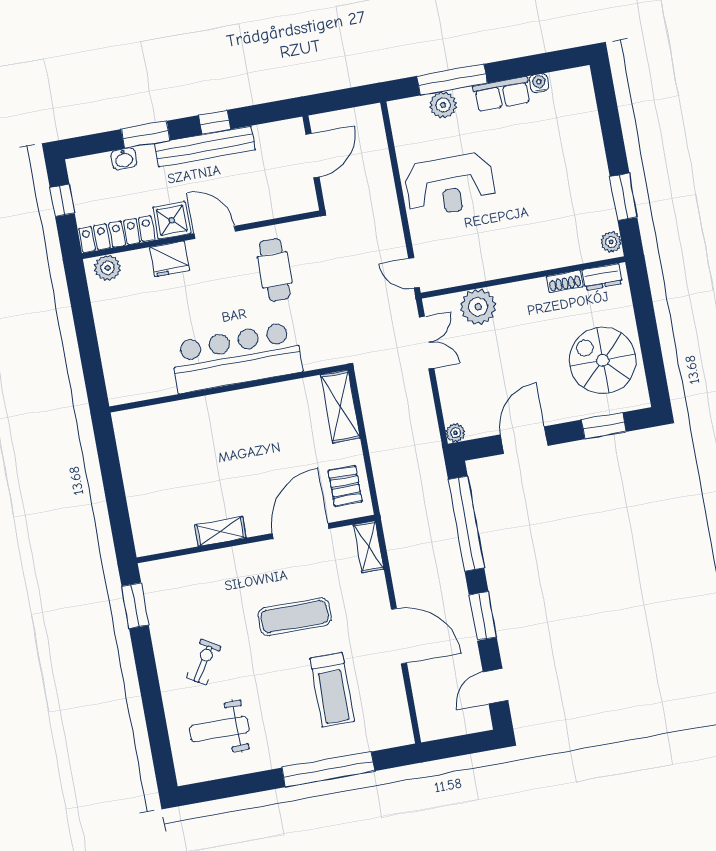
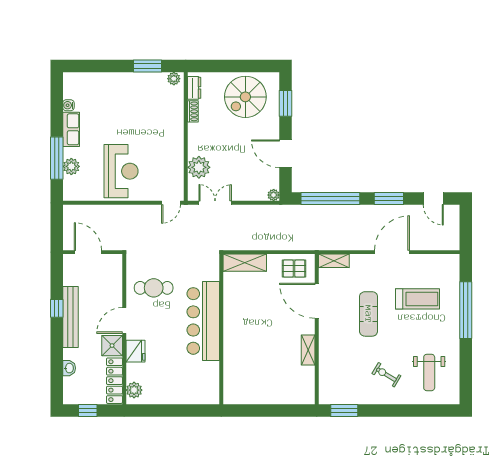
window: (146, 135) -> (57, 352), removed

